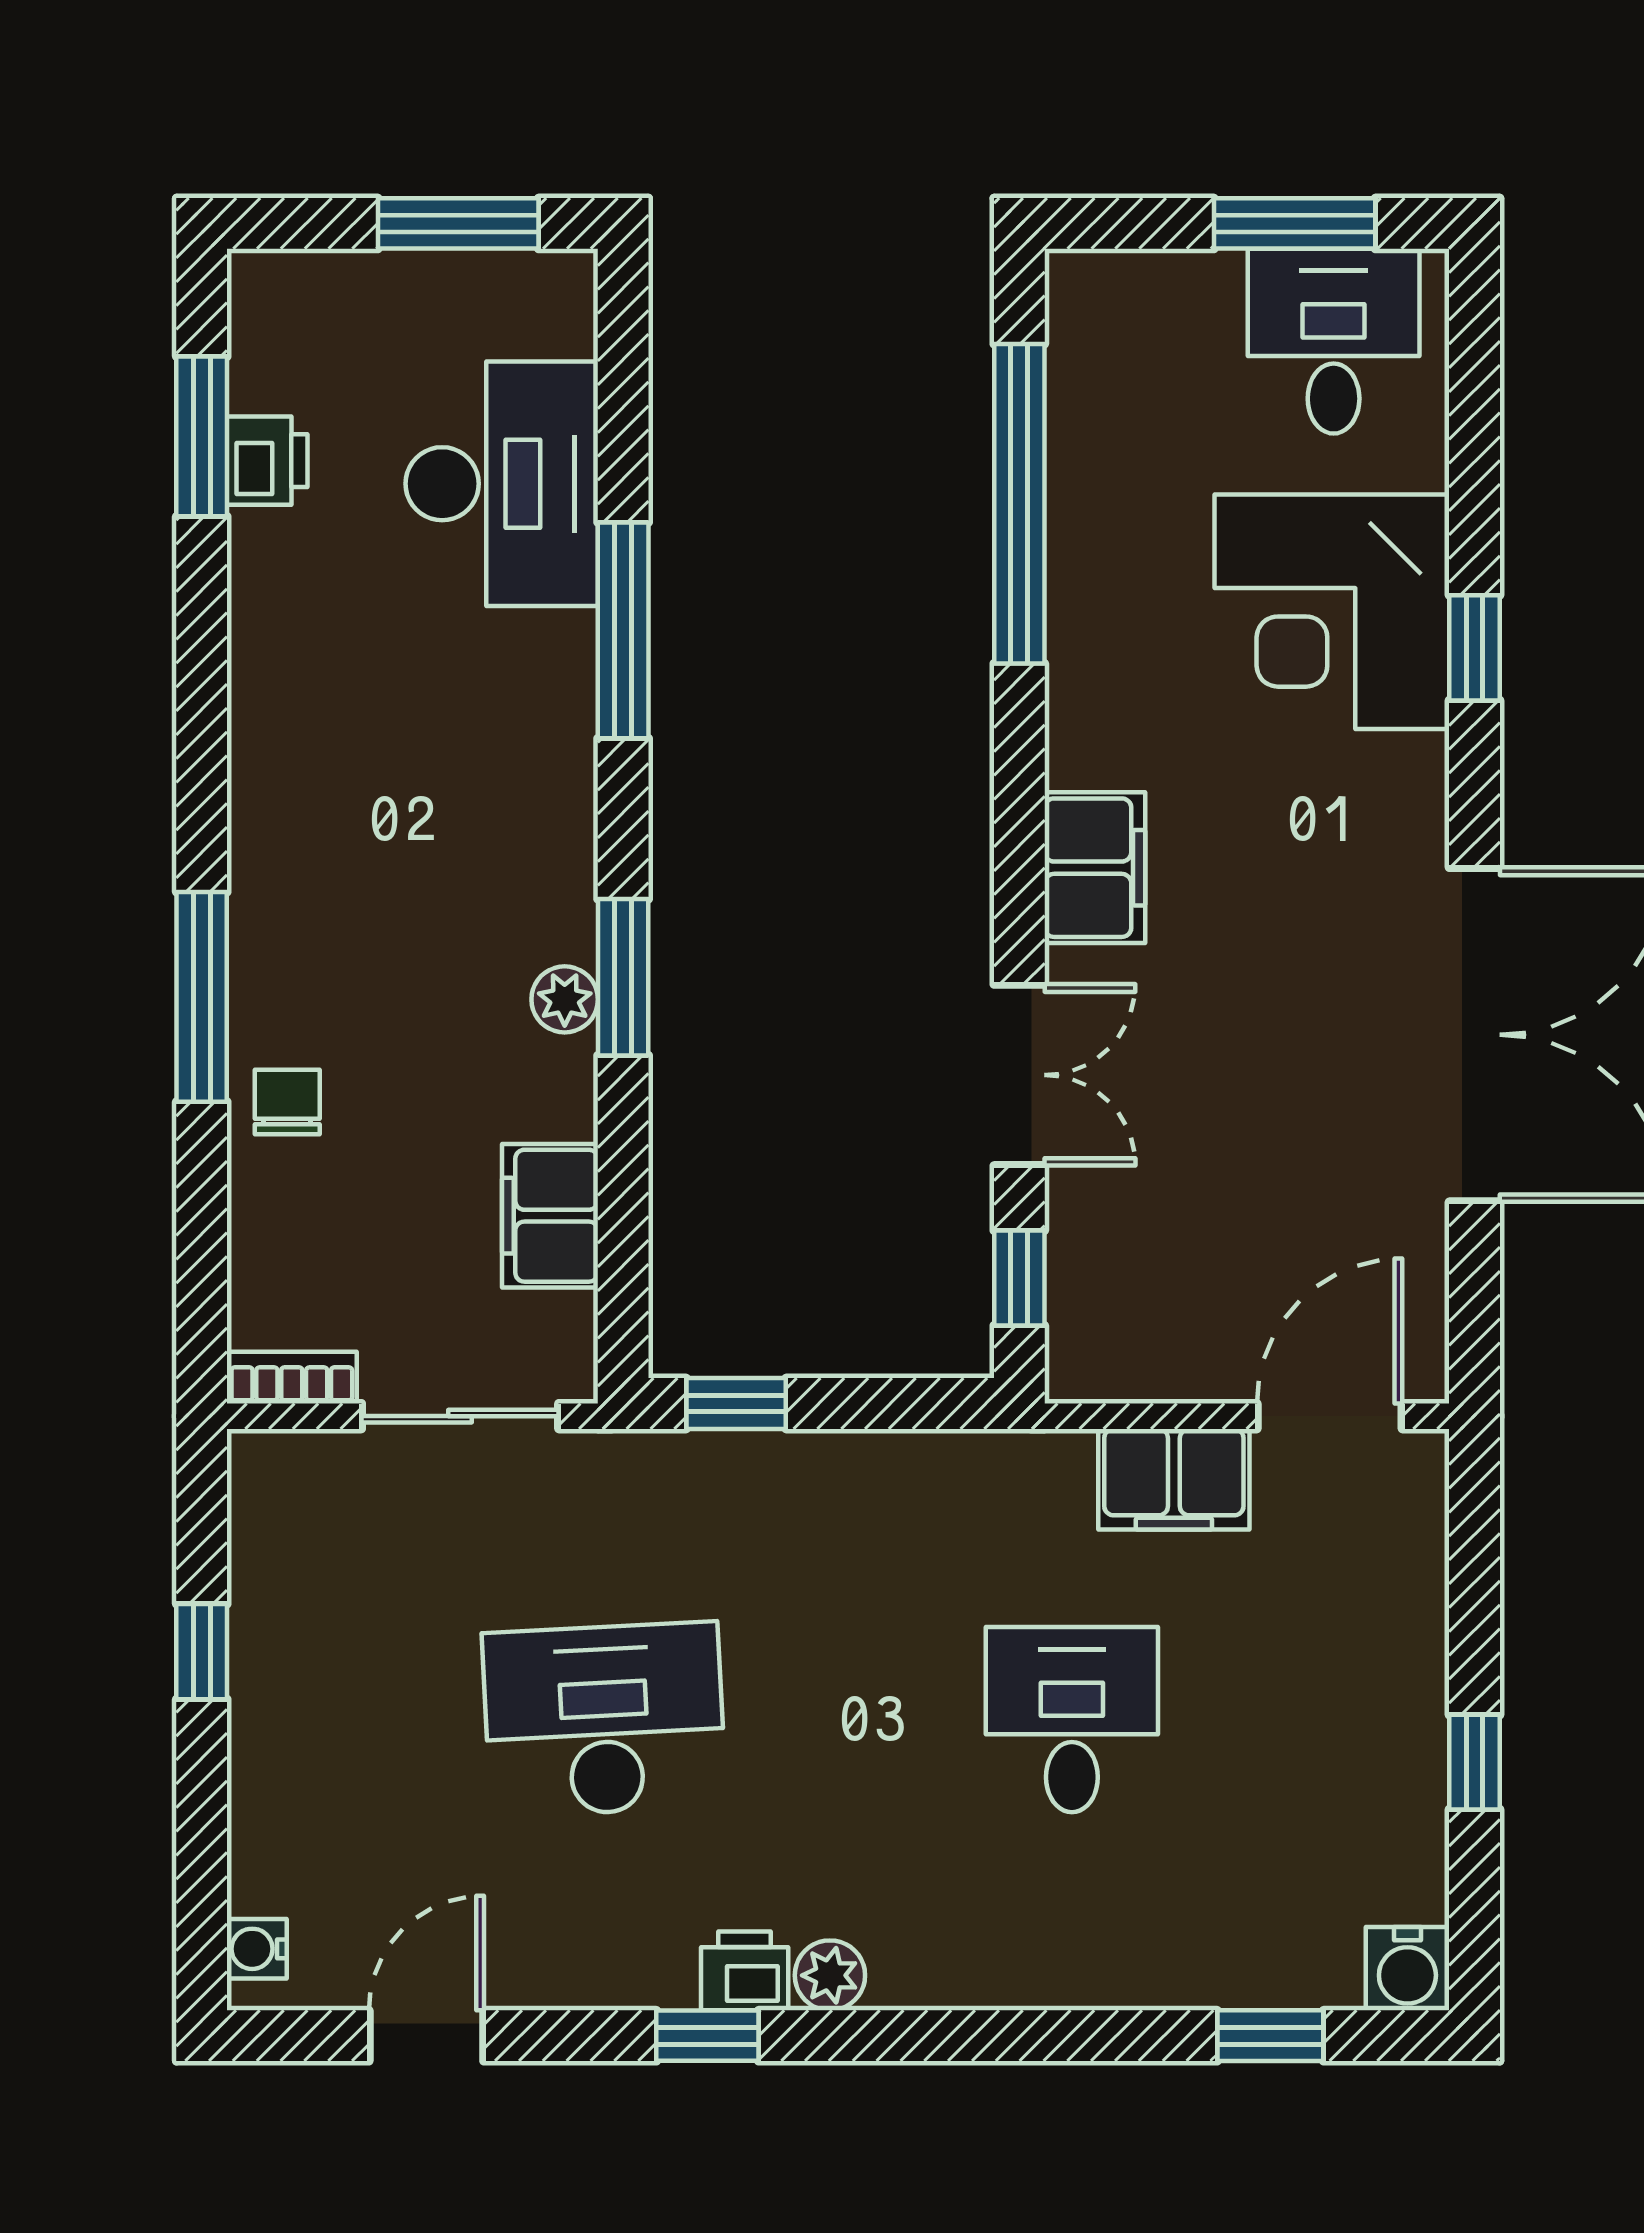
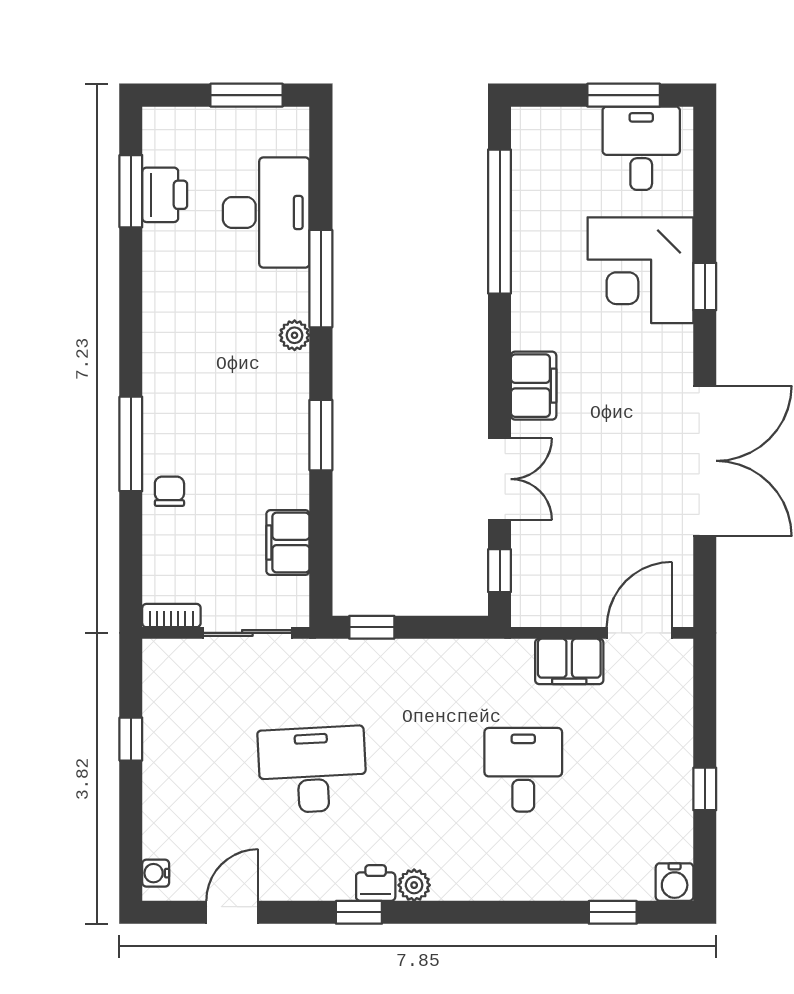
printer: (267, 461) -> (165, 195), width x1.36, depth x1.24
plant: (565, 999) -> (295, 335), moved

